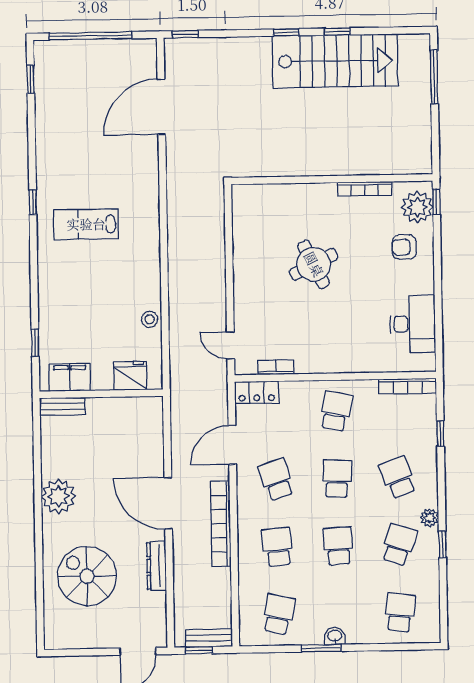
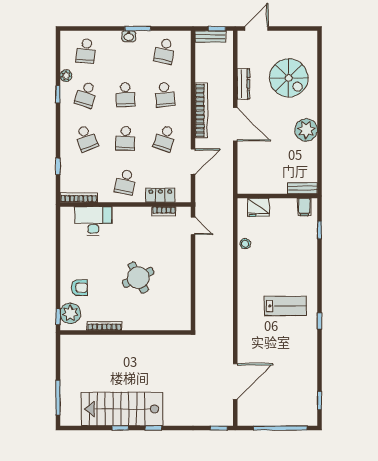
desk: (413, 324) -> (93, 221), moved, turned 90
filing cabinet: (70, 377) -> (304, 207), width x0.50
locker: (257, 392) -> (160, 195), moved
school desk: (276, 480) -> (165, 138), turned 36
plant: (430, 518) -> (66, 76), moved

